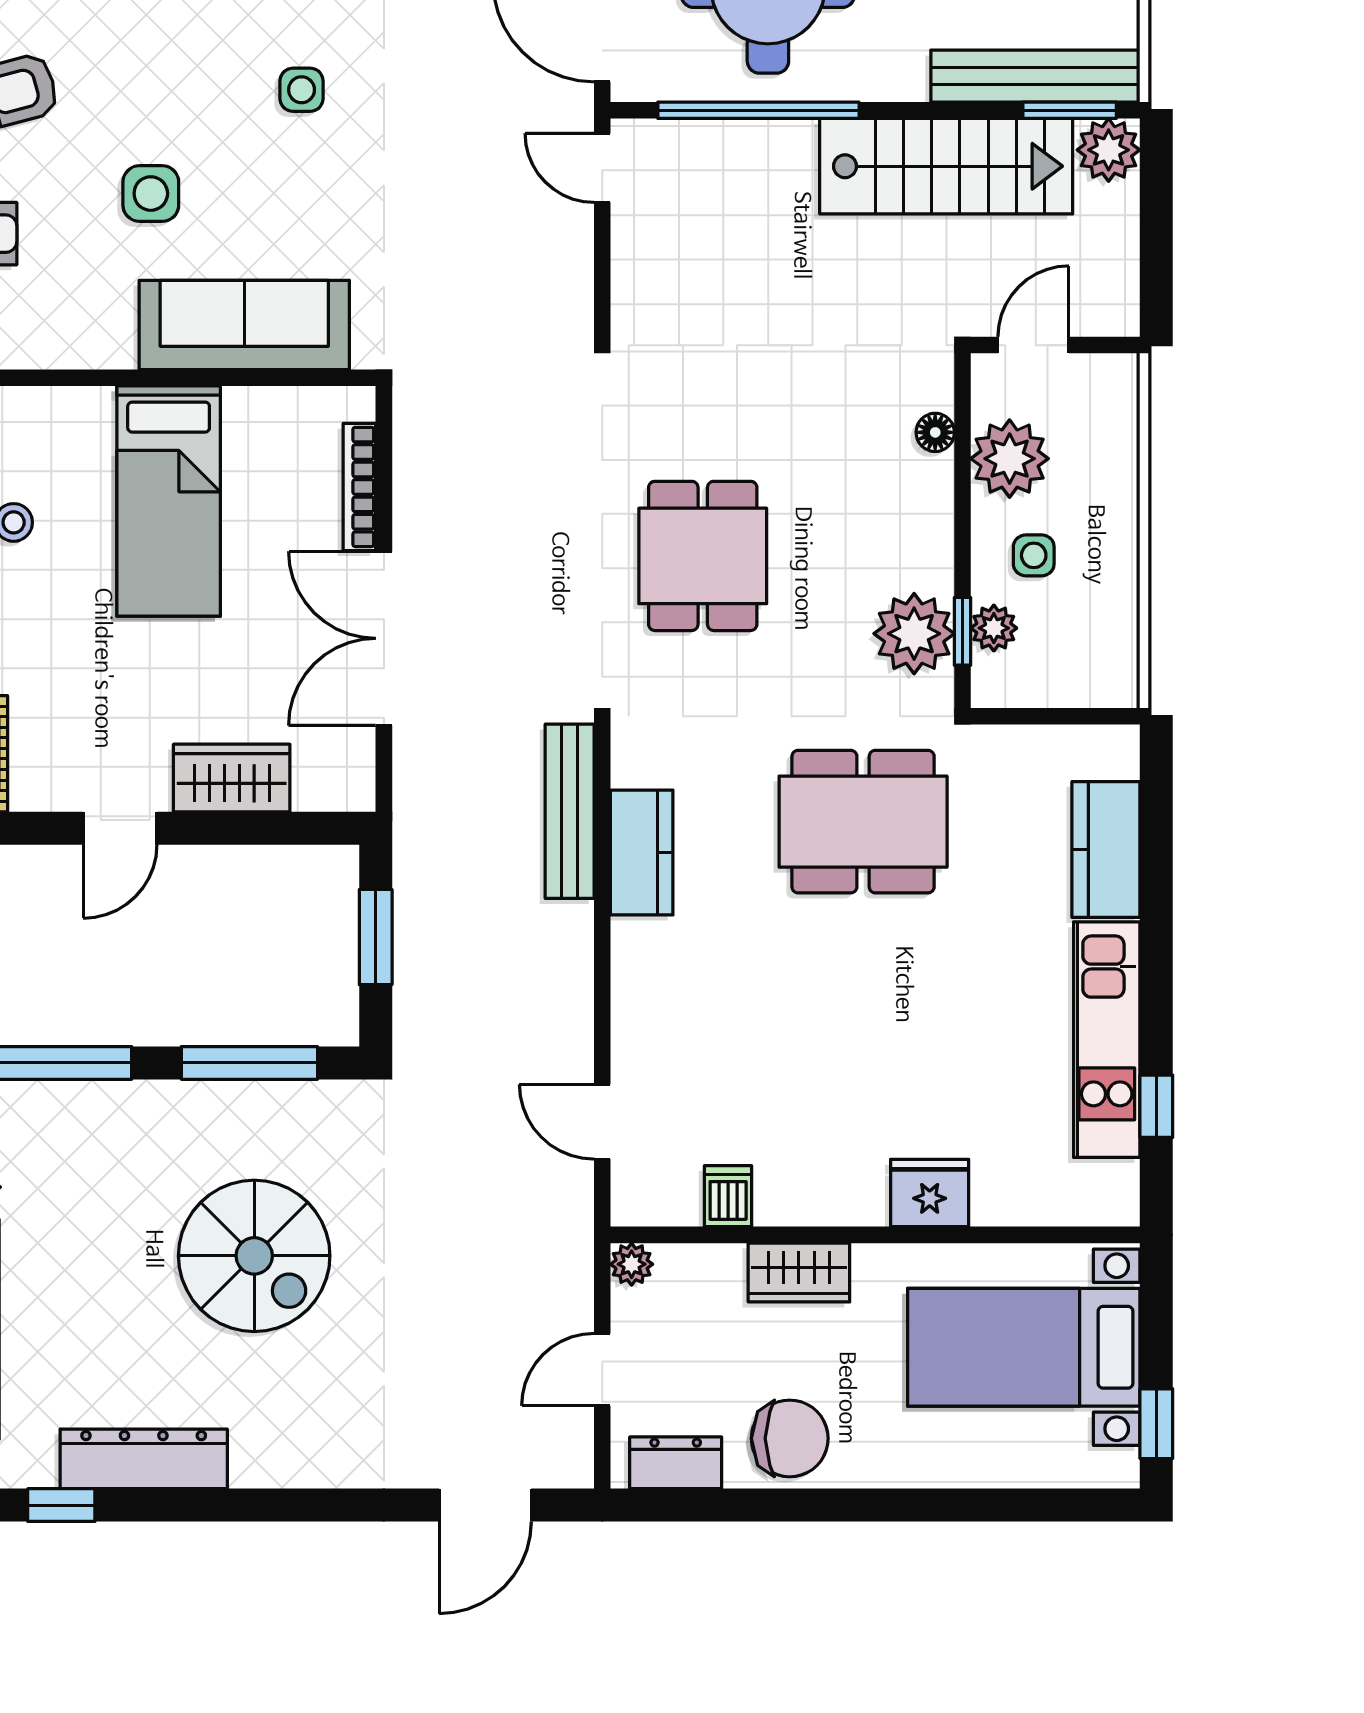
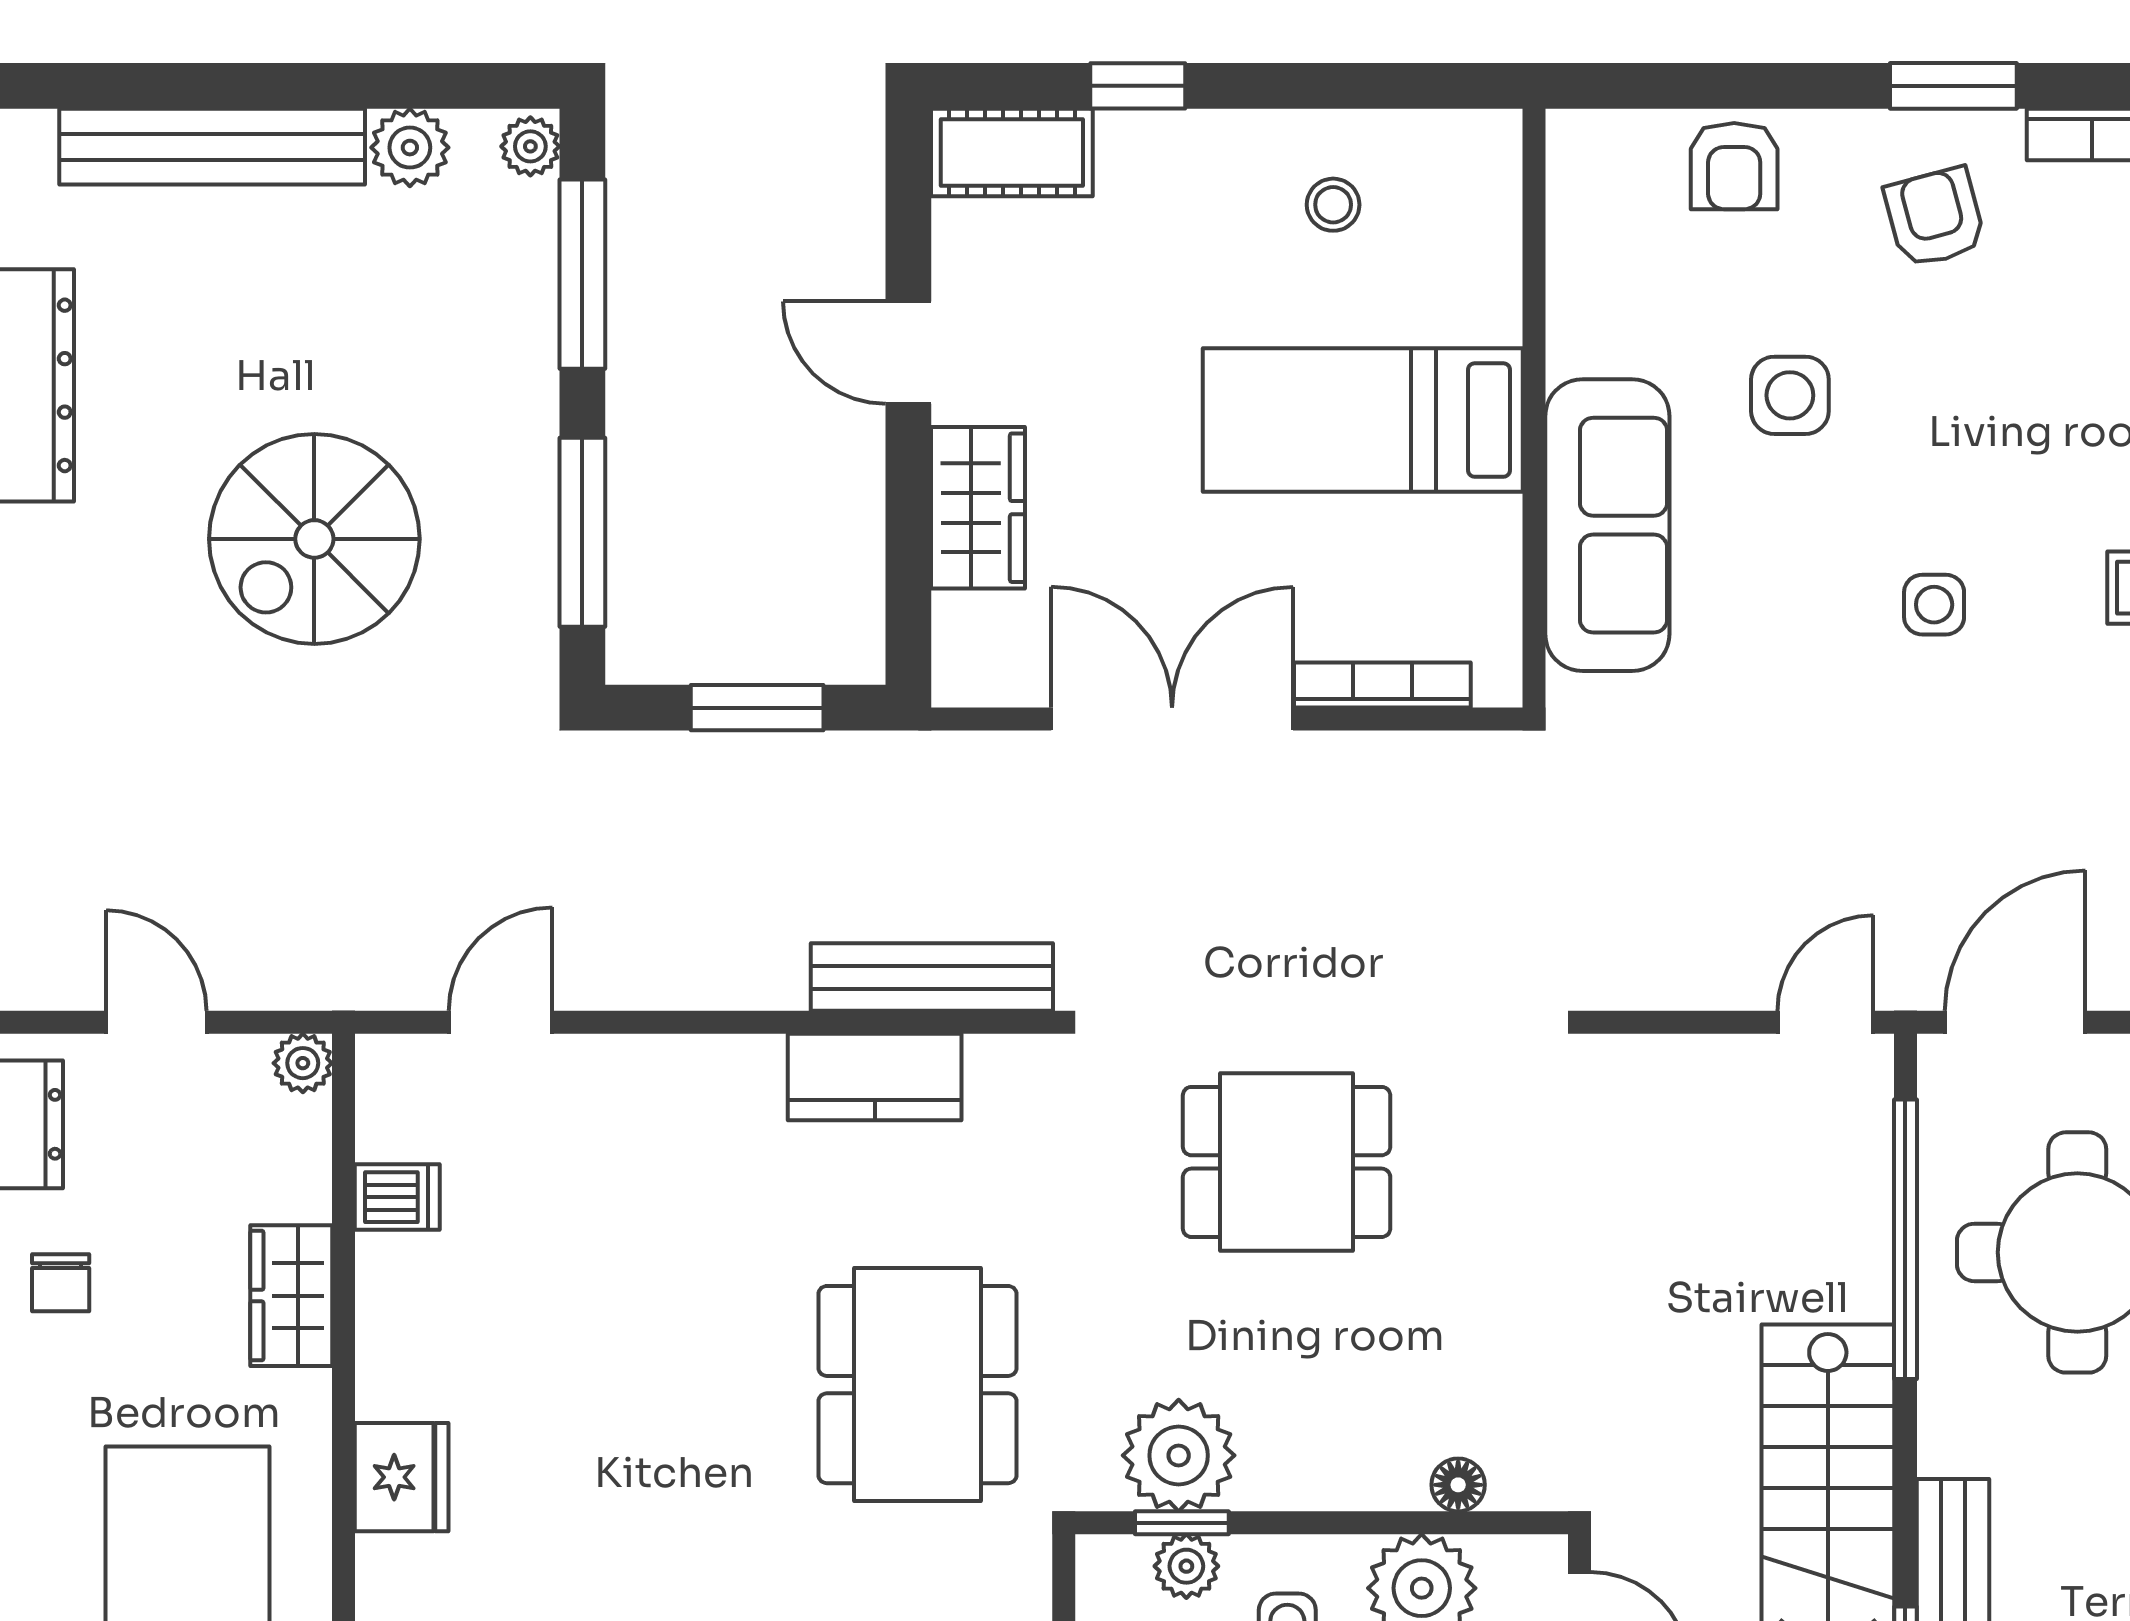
chair: (790, 1438) -> (61, 1283), width x0.54, depth x0.54

